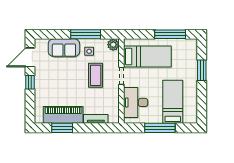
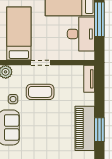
desk: (136, 102) -> (81, 34), moved, turned -90
tv unit: (96, 119) -> (89, 79), moved

